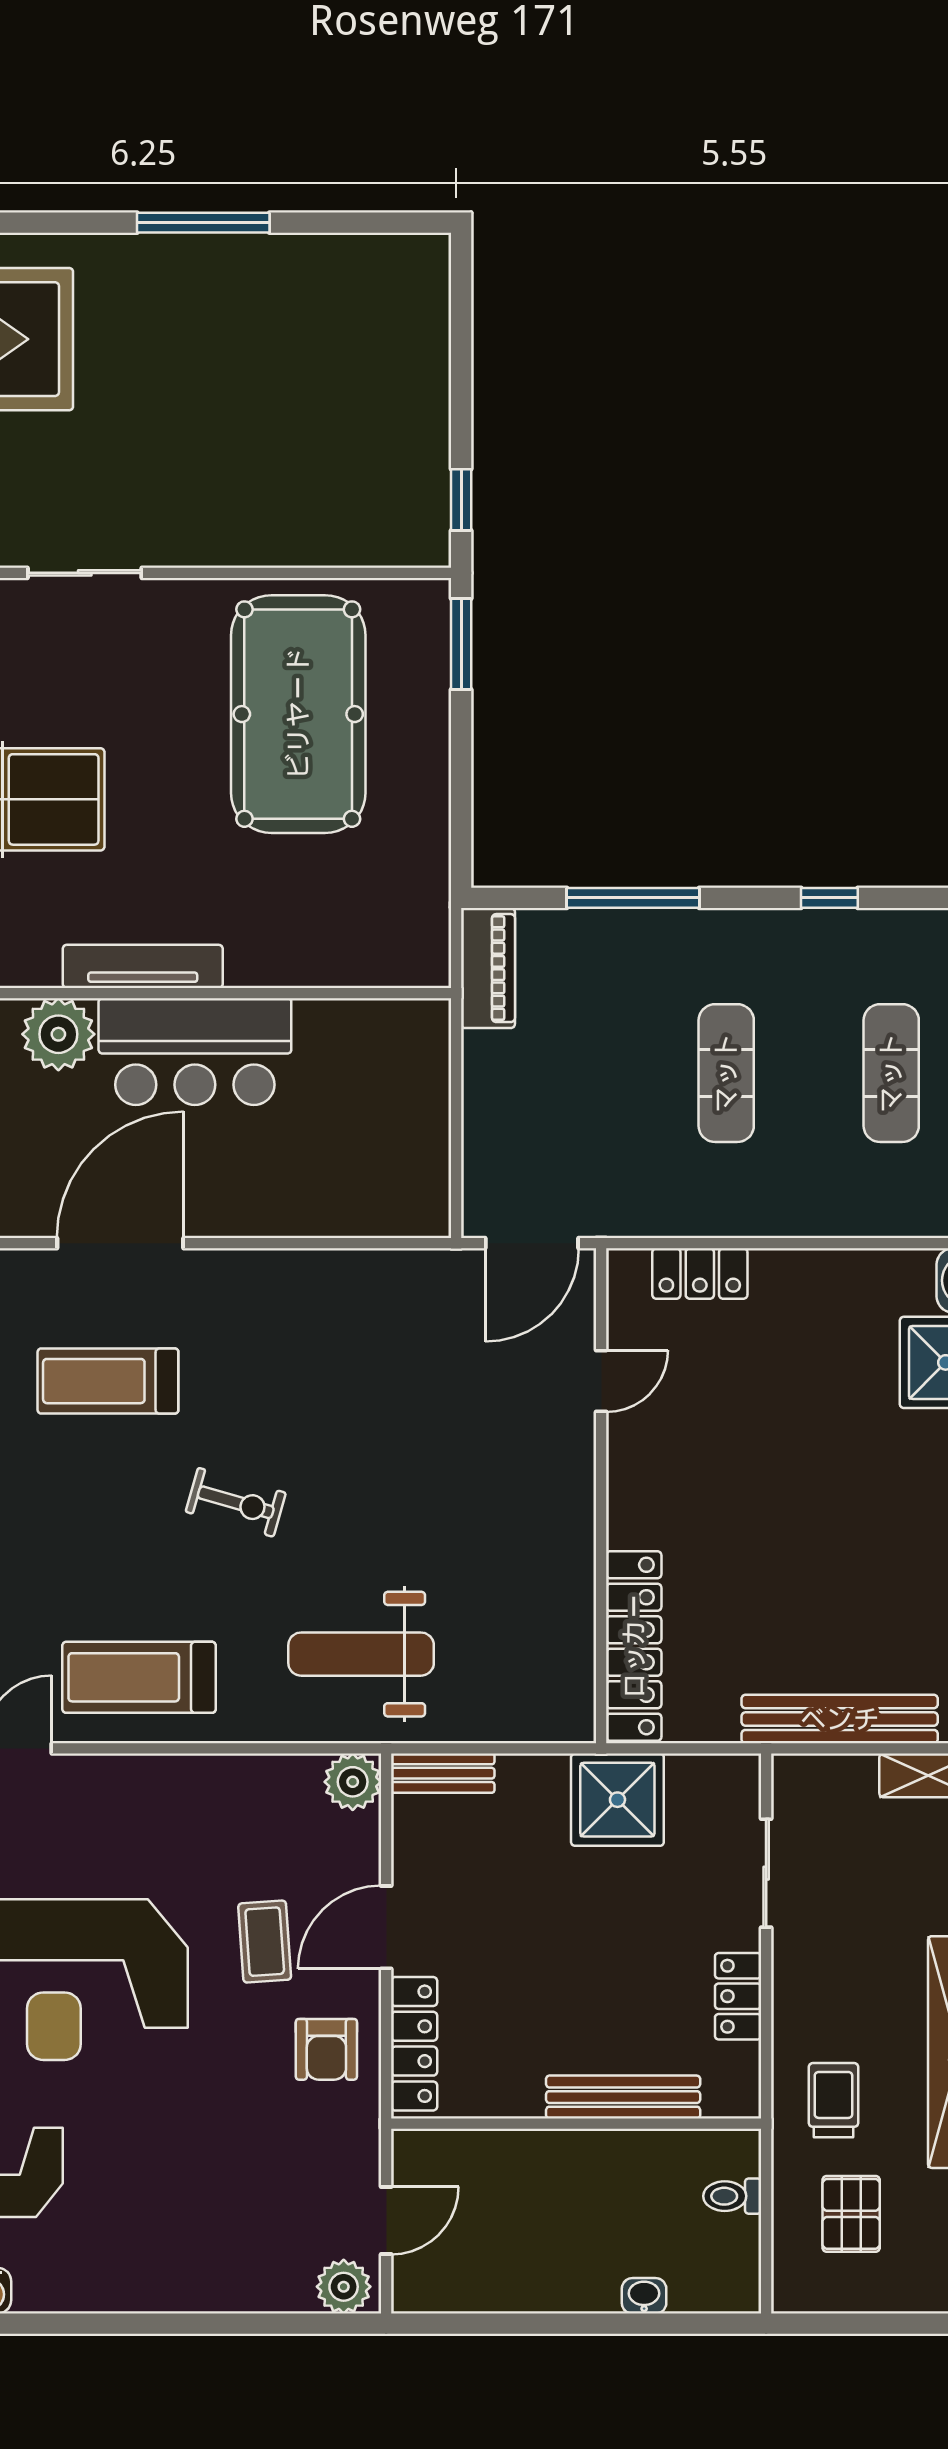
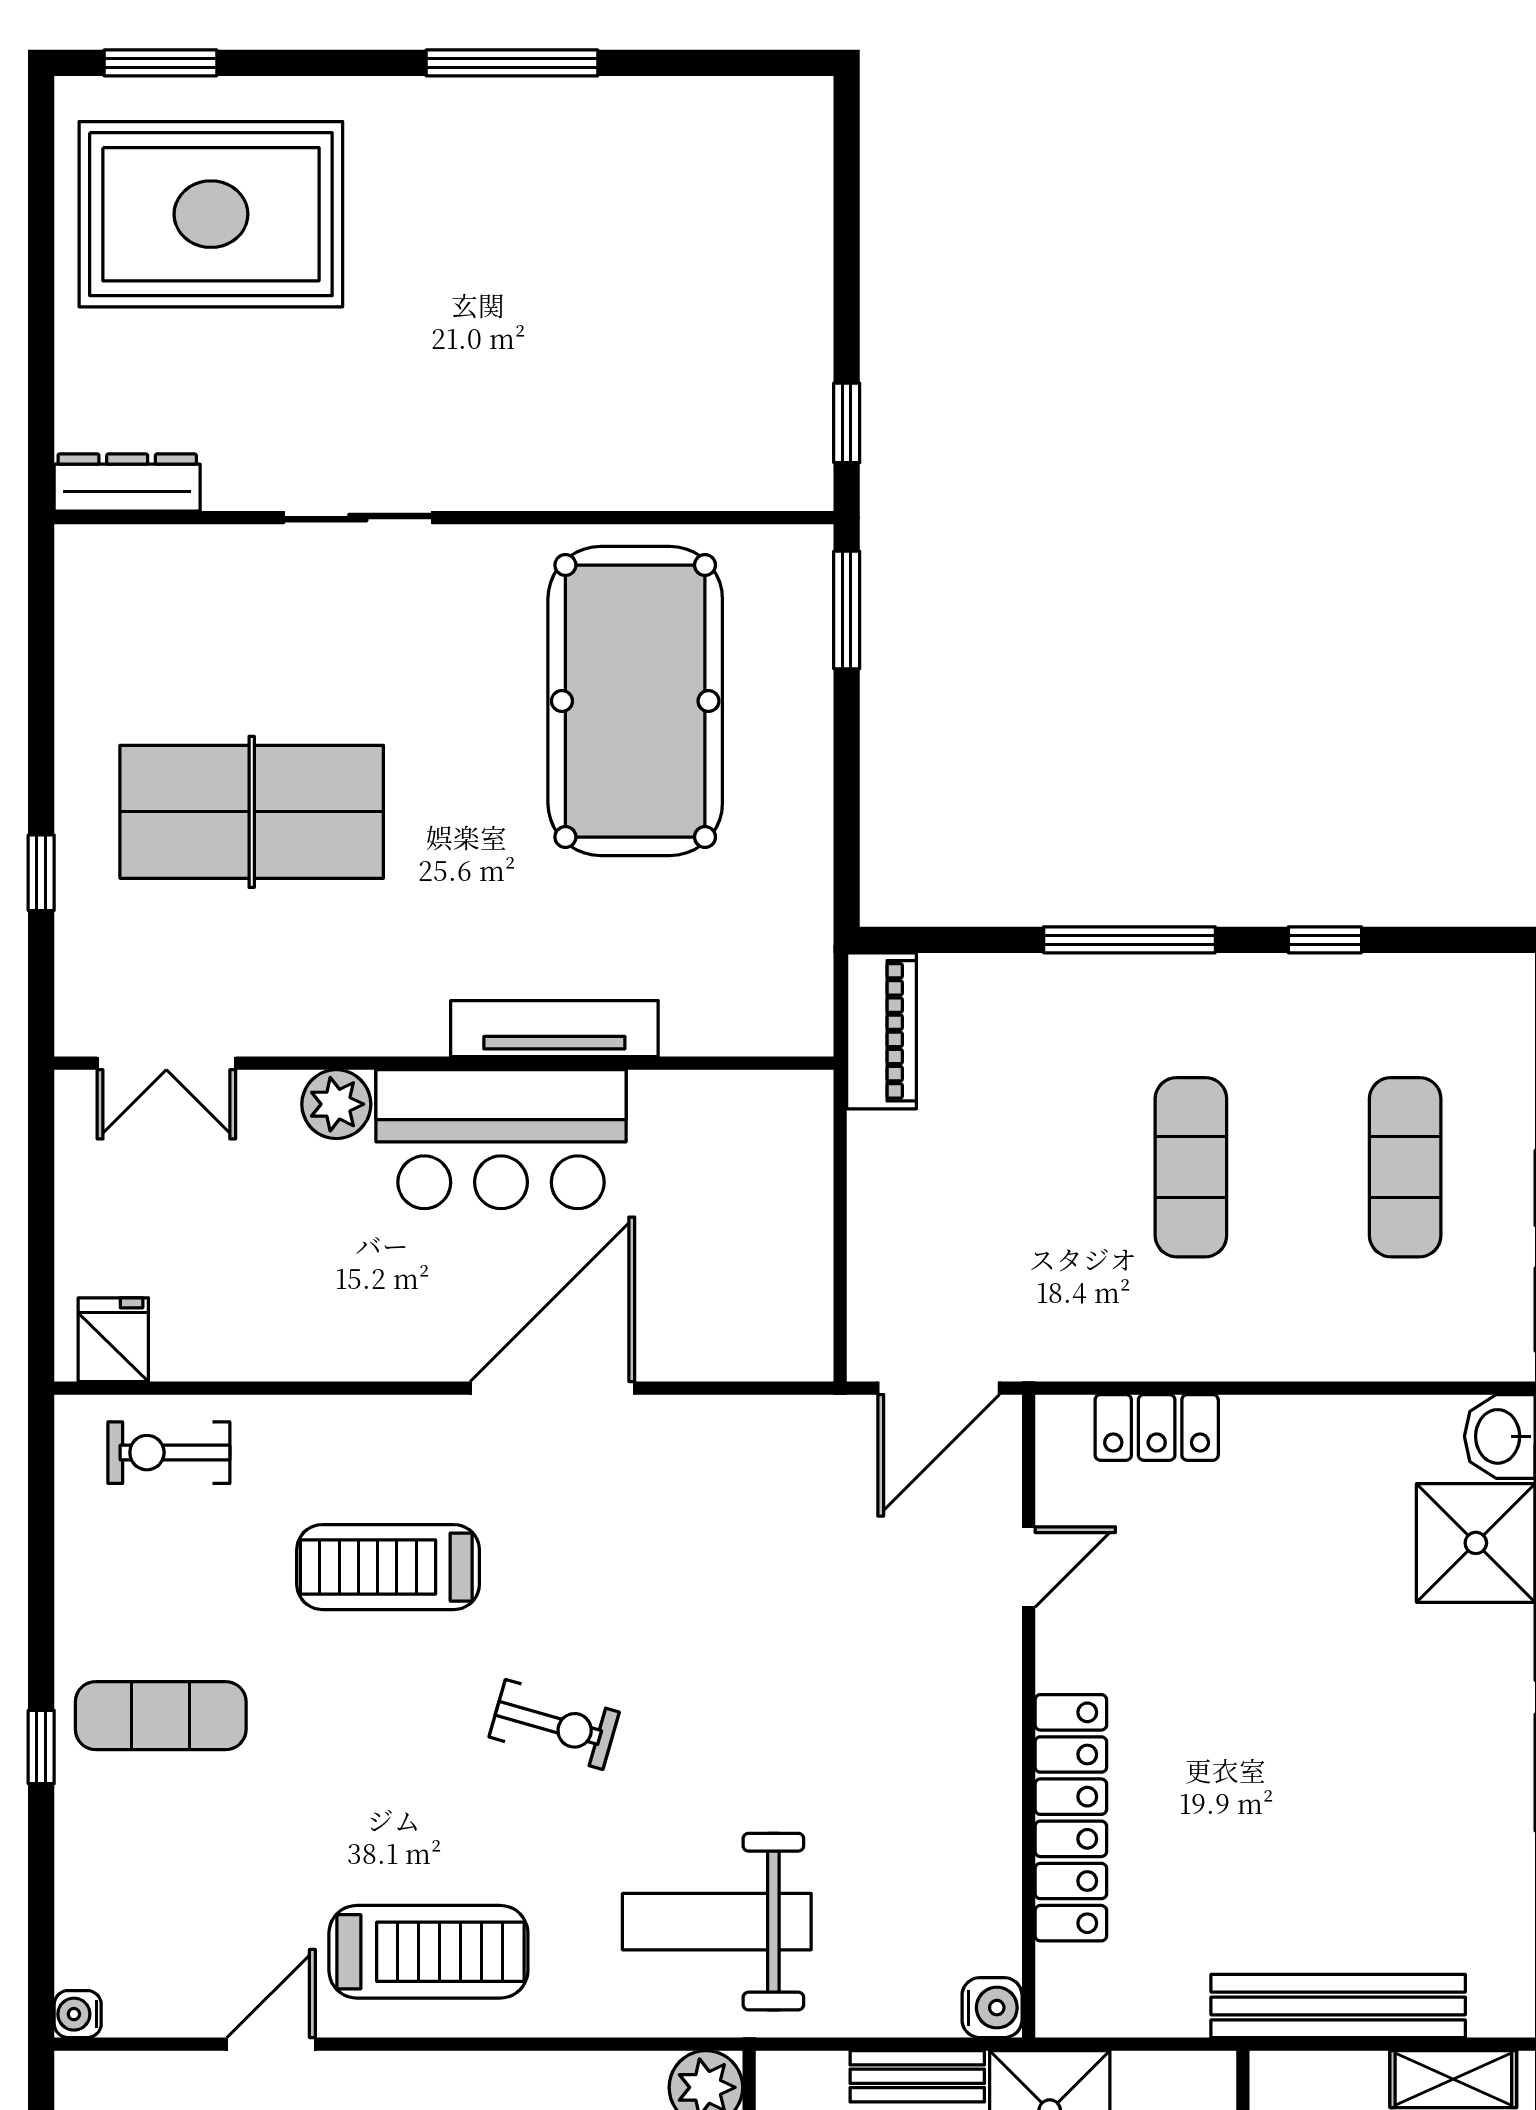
window: (633, 898) -> (1129, 940), moved
tv unit: (143, 966) -> (554, 1029), moved
plant: (58, 1034) -> (336, 1104), width x0.73, depth x0.73
door: (120, 1243) -> (552, 1388), moved
locker: (634, 1646) -> (1071, 1818), moved
treadmill: (139, 1677) -> (428, 1952), turned 180
water cooler: (573, 1720) -> (992, 2008), added
bench: (443, 1773) -> (917, 2076), moved

